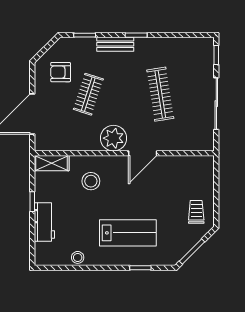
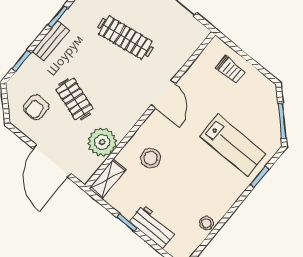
plant: (113, 138) -> (102, 142), moved
trolley: (196, 212) -> (230, 69), moved, turned 180
lab bench: (128, 233) -> (233, 145), moved, turned 90

